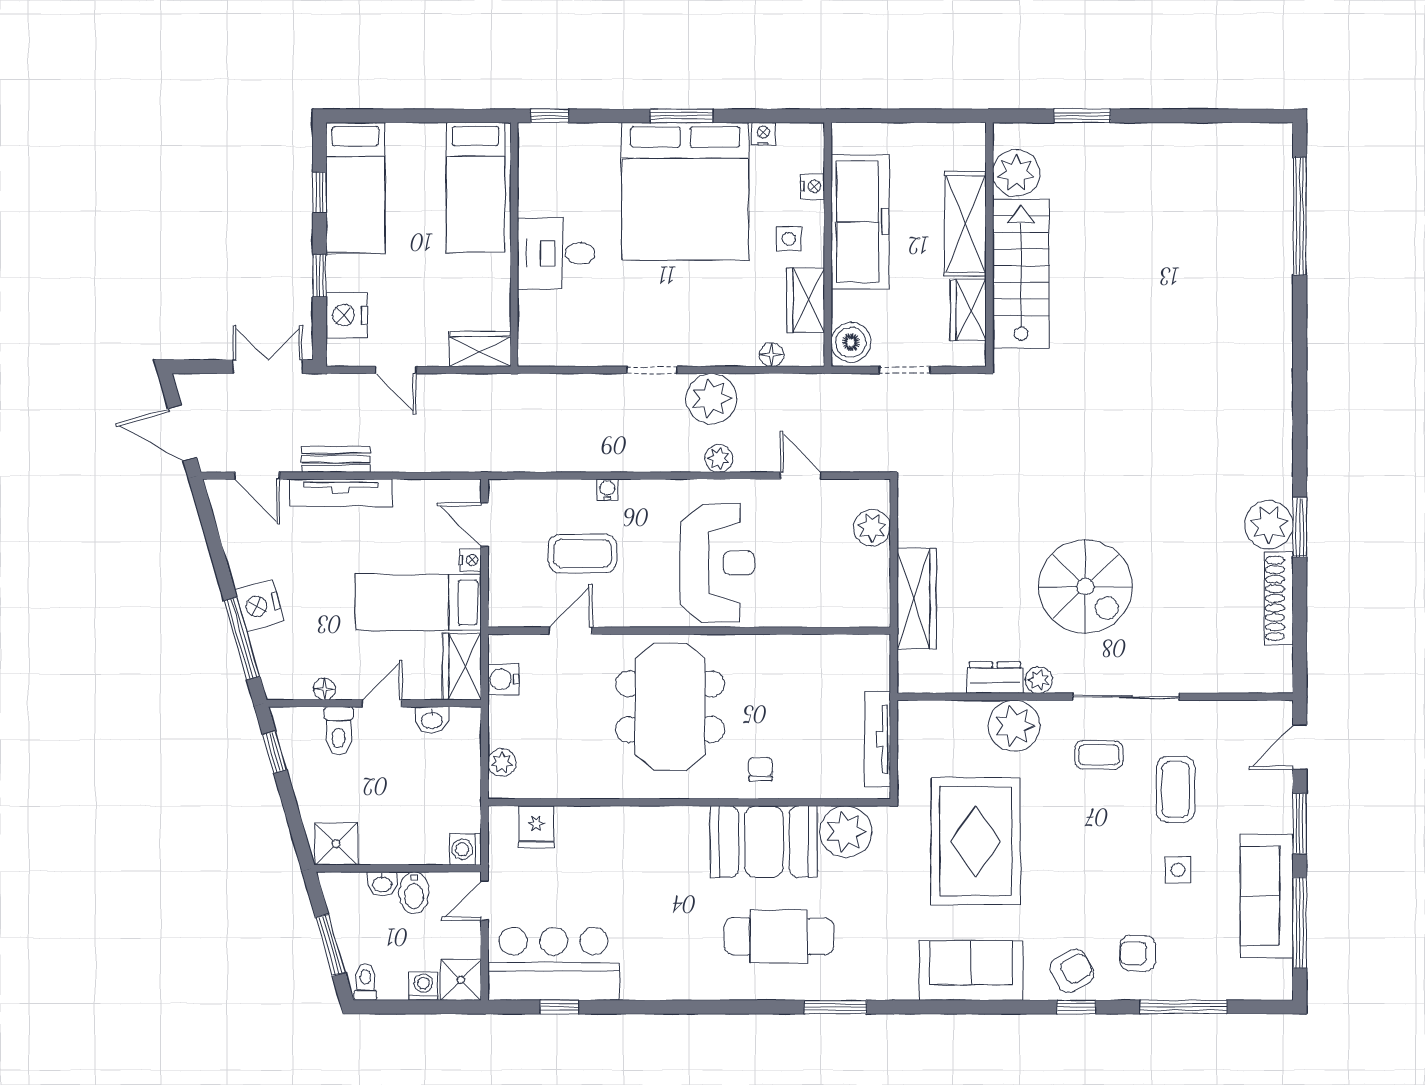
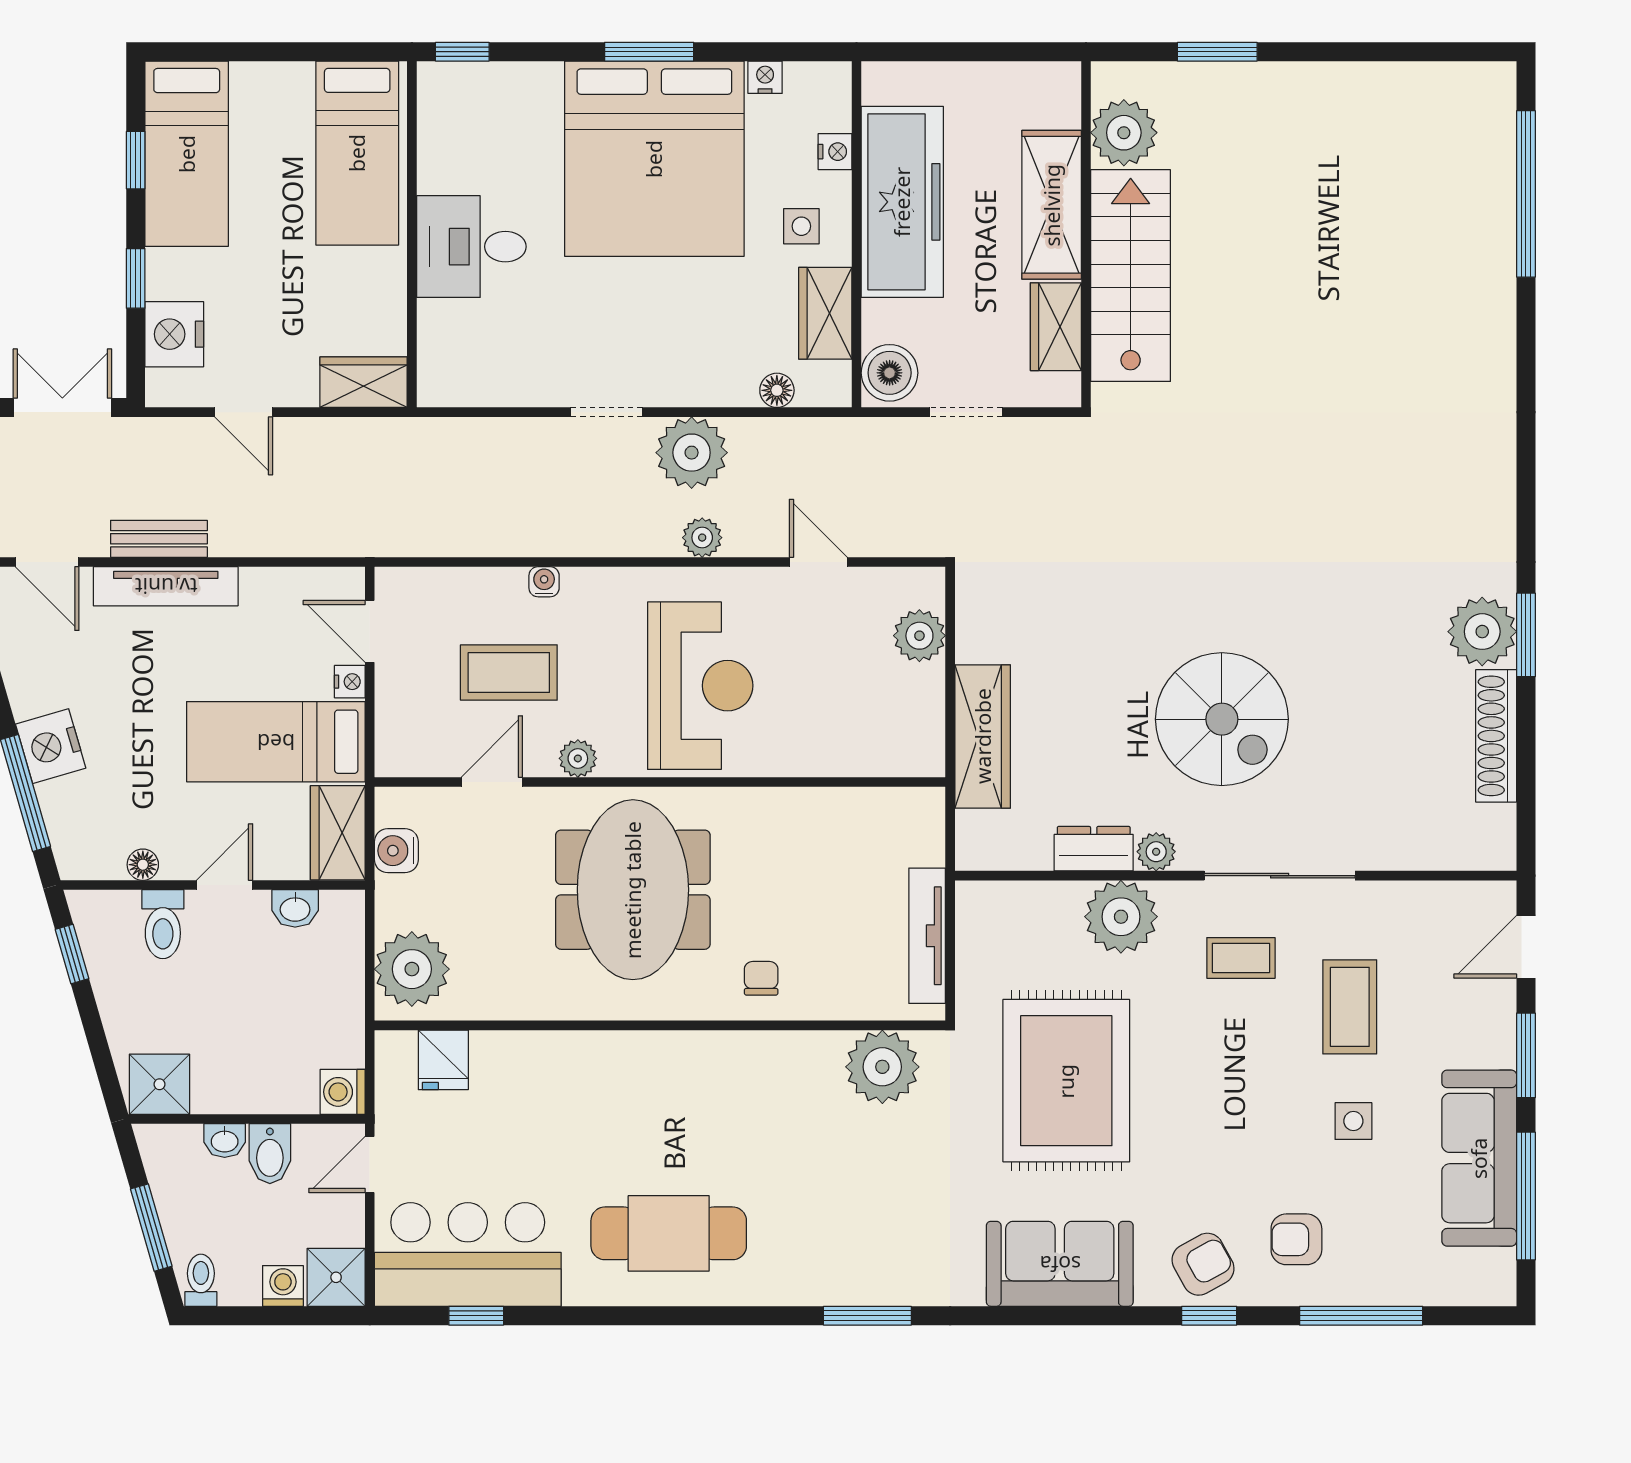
plant: (631, 614) -> (578, 758), added
plant: (502, 763) -> (412, 969), width x1.87, depth x1.87
booth: (764, 842) -> (766, 1081), removed
cafe table: (779, 936) -> (669, 1233), moved

